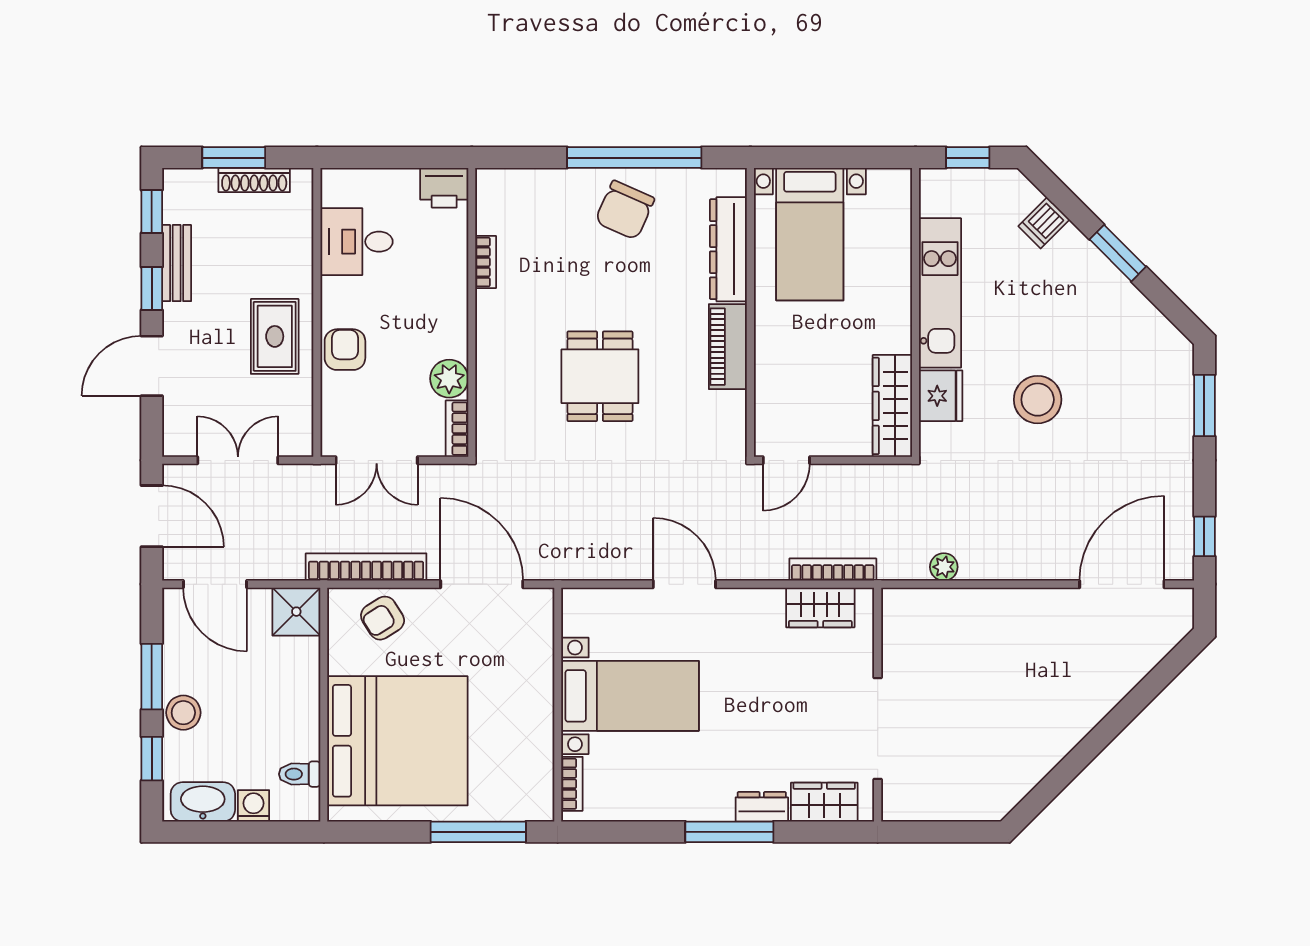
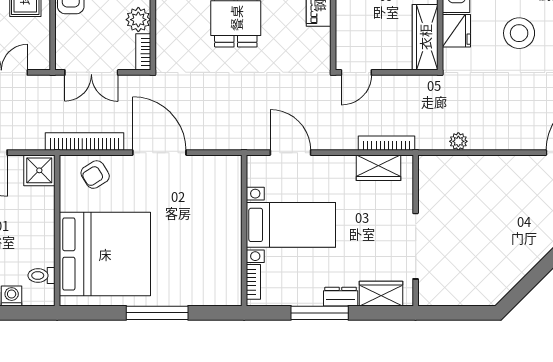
bed with nightstands: (630, 696) -> (291, 225), moved
wall: (558, 705) -> (244, 231), moved
bookcase: (572, 784) -> (253, 282), moved

